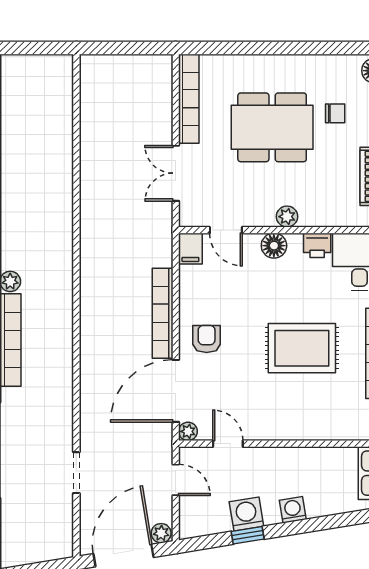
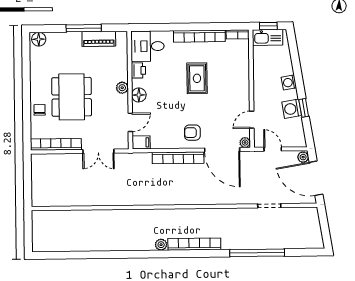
chair: (335, 113) -> (40, 110), moved
rug: (302, 348) -> (197, 78), width x0.73, depth x0.70
door: (176, 480) -> (273, 149), hinge flipped

